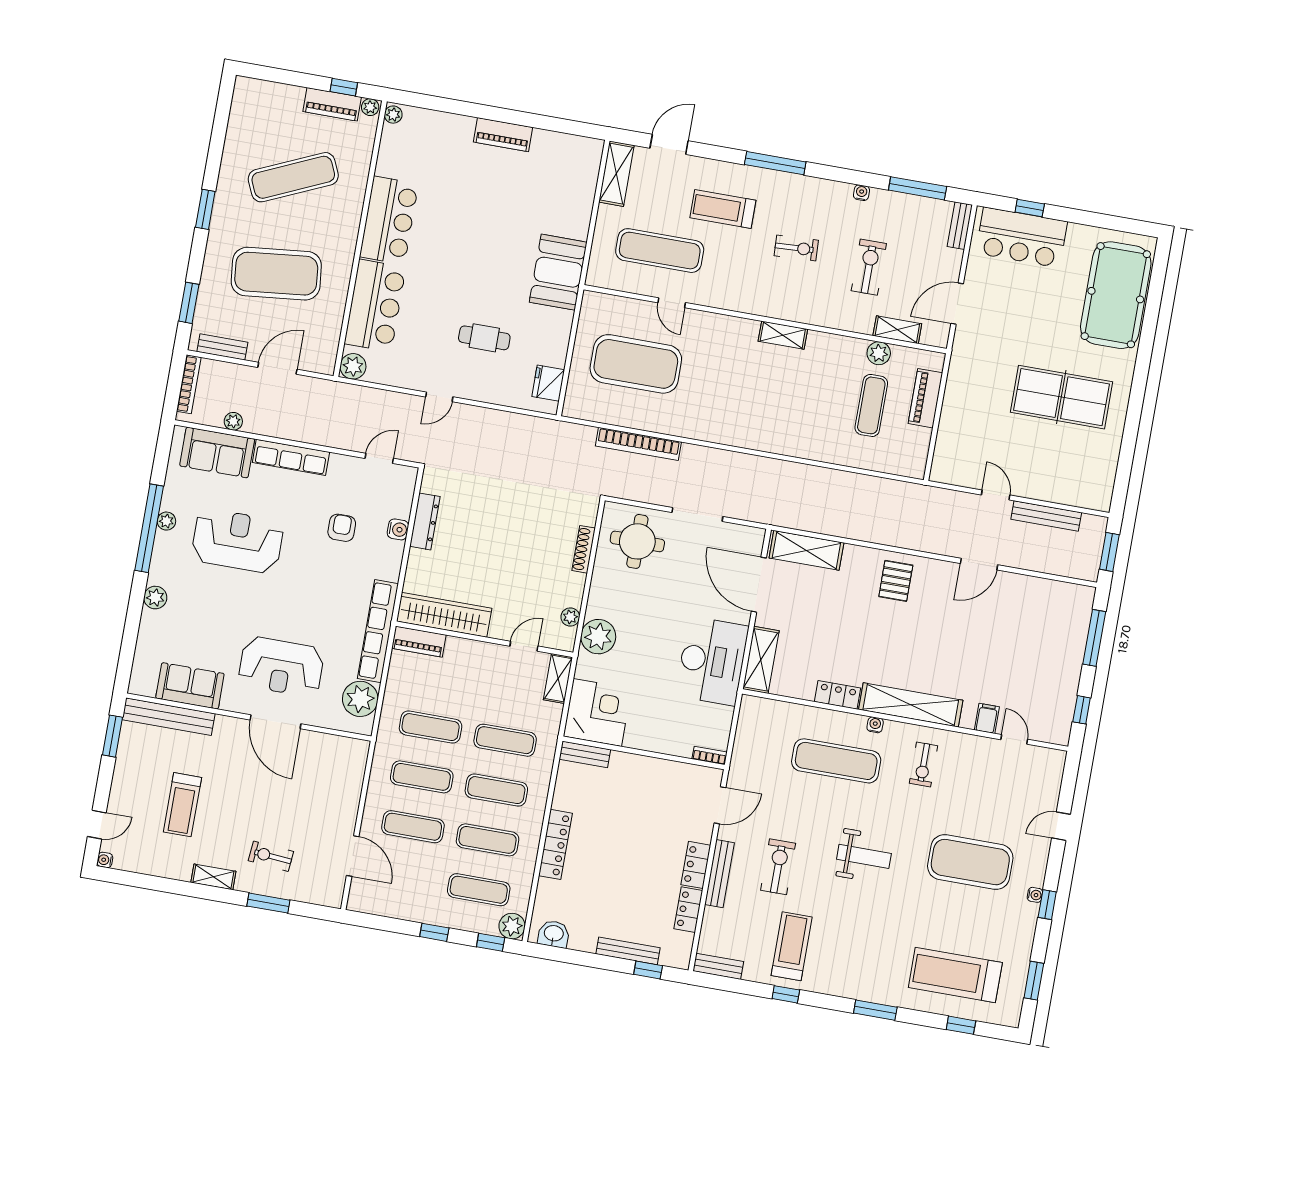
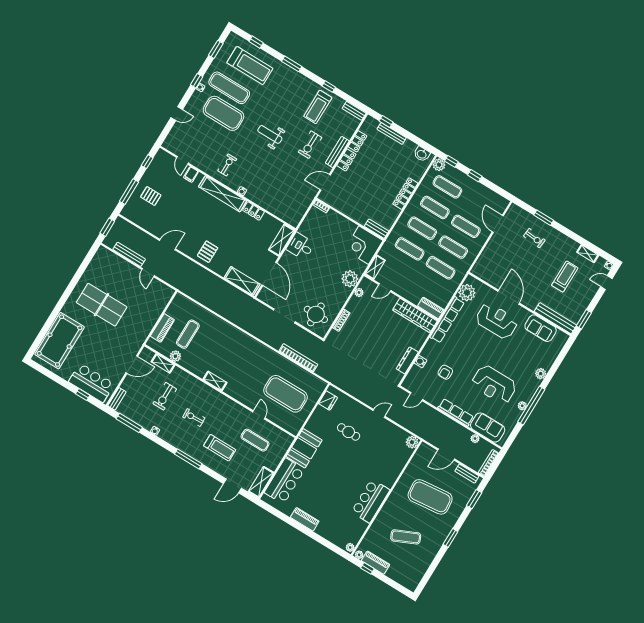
exercise mat: (293, 177) -> (406, 537), width x0.73, depth x0.69
exercise mat: (660, 251) -> (255, 440), width x0.73, depth x0.69
bar counter: (375, 305) -> (285, 481), moved, turned 180
pallet: (1049, 646) -> (151, 196), added
desk: (712, 661) -> (301, 246), width x0.53, depth x0.77
exercise mat: (836, 761) -> (229, 88), moved
shelving: (213, 877) -> (588, 254), moved

